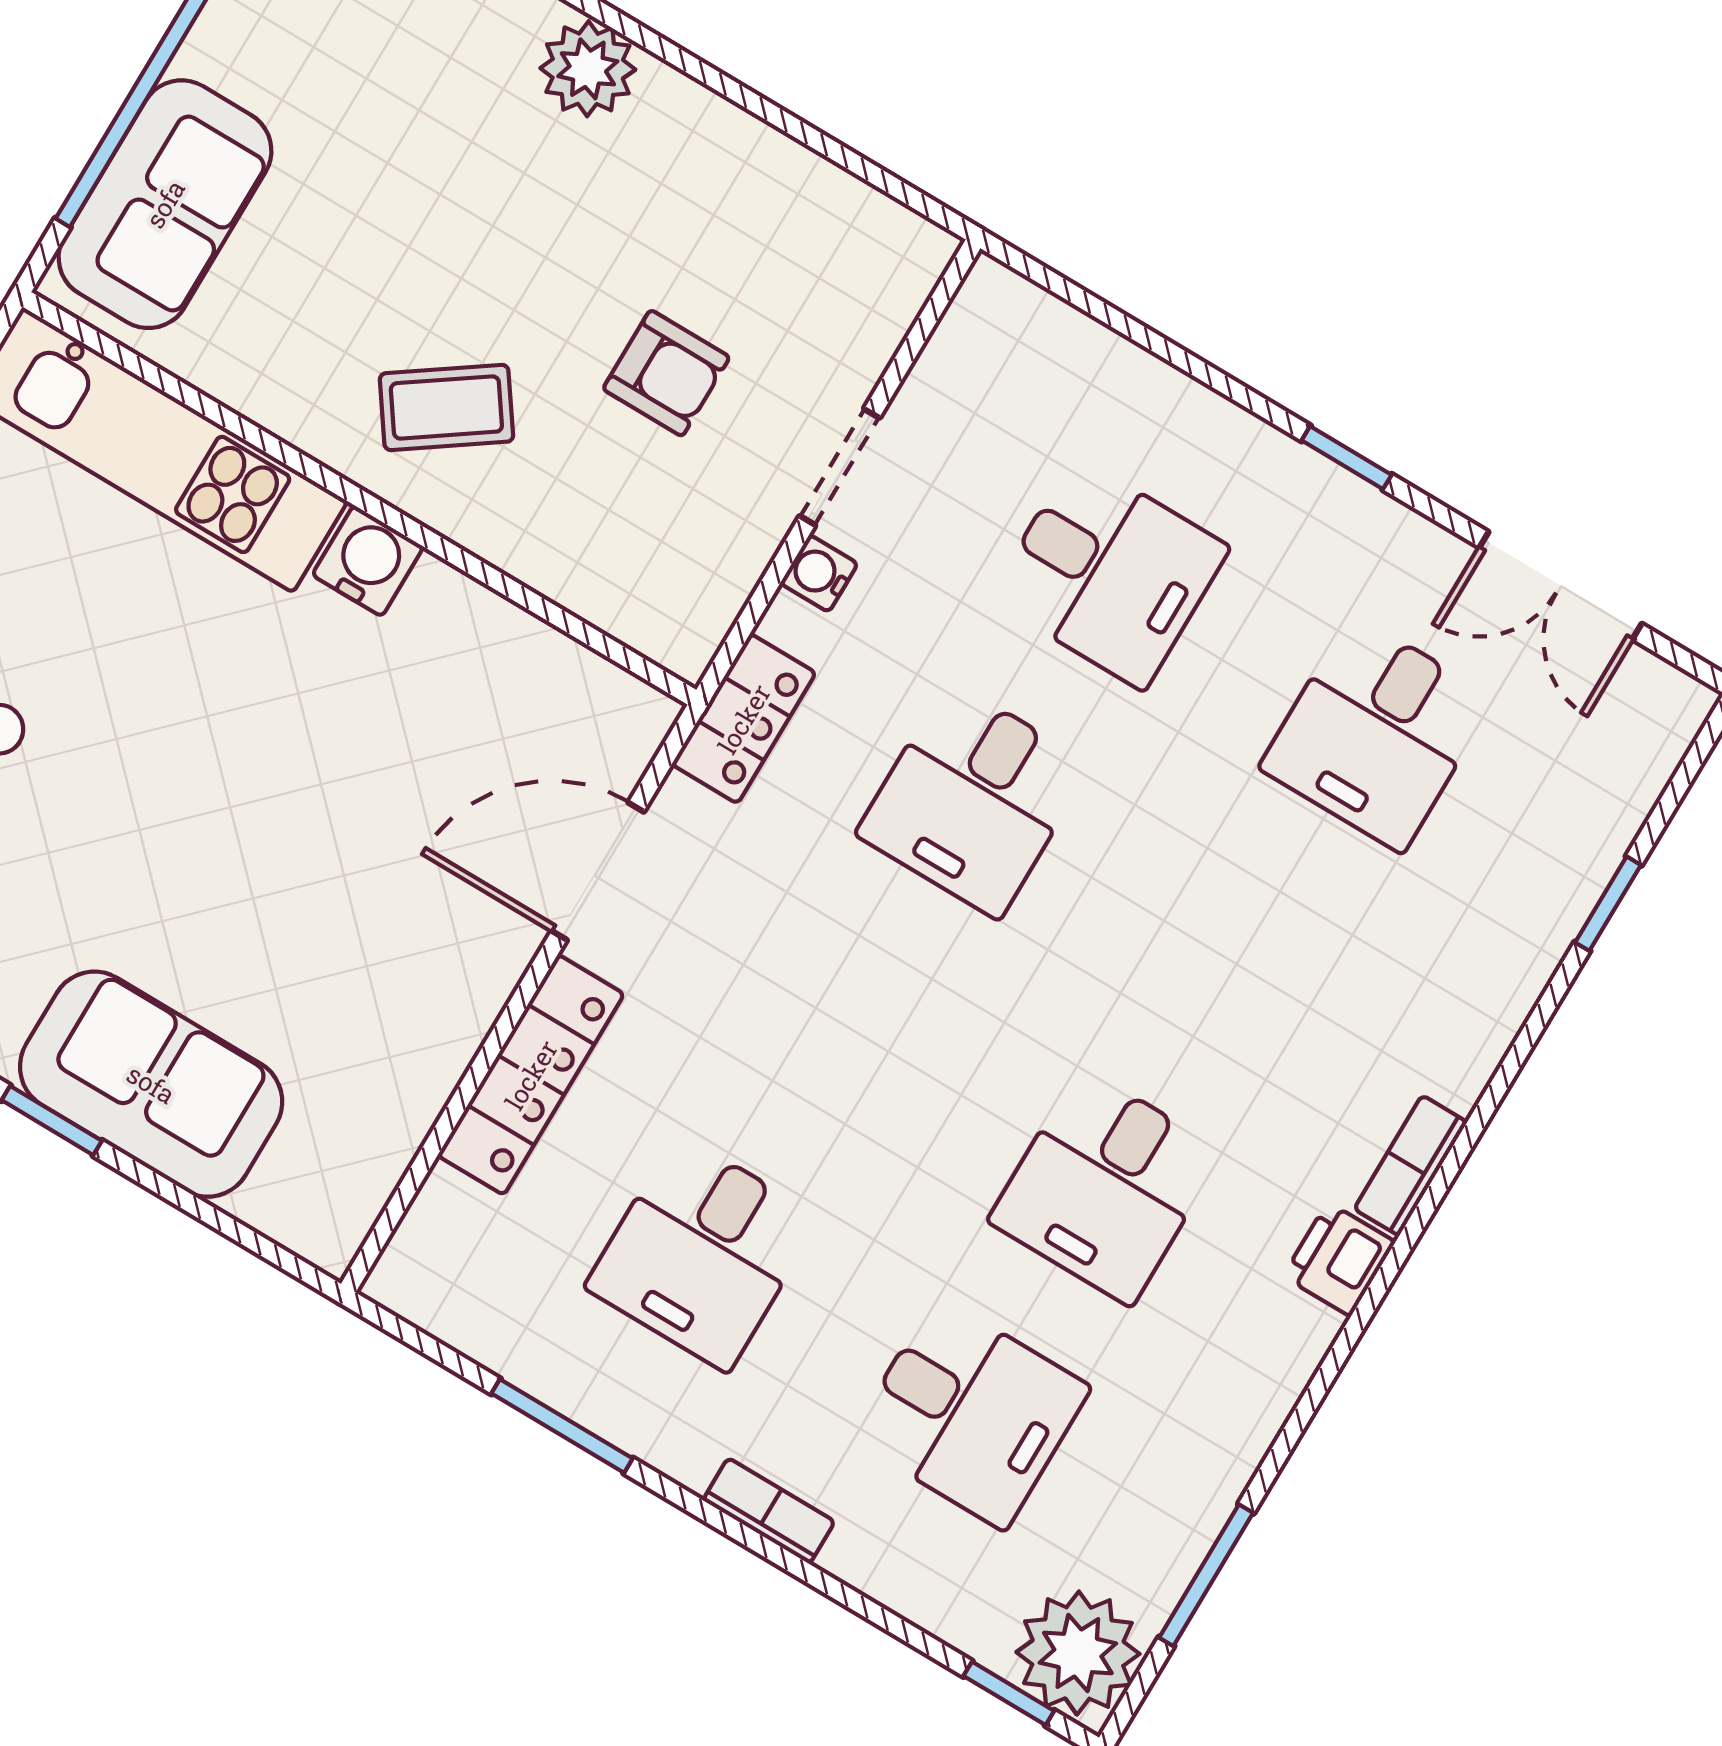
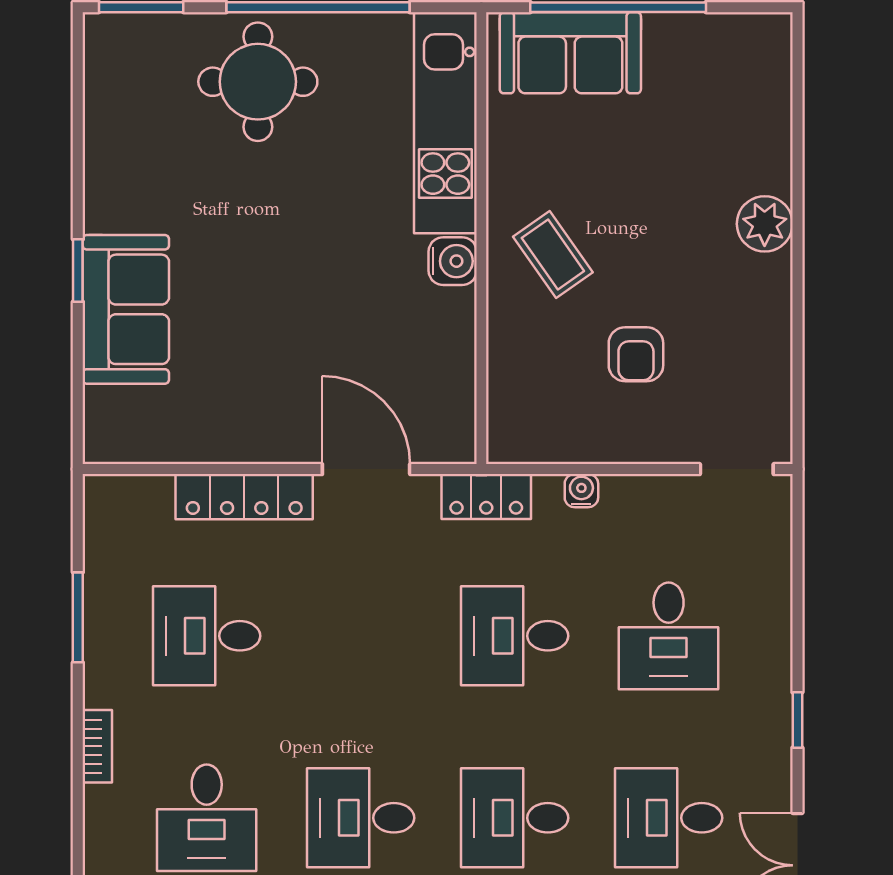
doorway: (840, 467) -> (737, 469), moved
desk: (1241, 960) -> (515, 818), added

